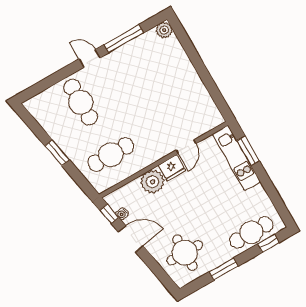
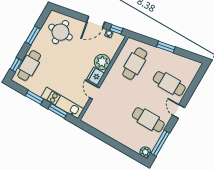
window: (124, 39) -> (160, 143), moved
door: (90, 58) -> (179, 111), swing flipped
cafe table: (136, 71) -> (148, 120), added
window: (269, 186) -> (35, 97), added

